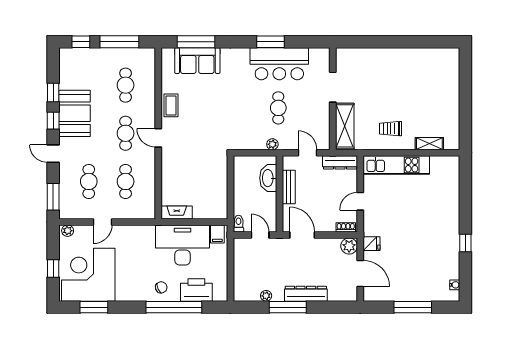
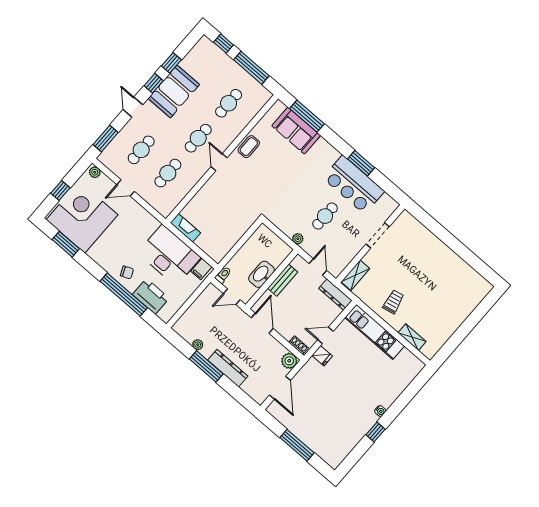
shelving: (345, 126) -> (355, 275), width x0.67, depth x0.75
trolley: (391, 129) -> (393, 302), turned 78
washbasin: (268, 178) -> (262, 274), moved
door: (260, 235) -> (232, 297), swing flipped
fridge: (371, 244) -> (322, 356), moved
water cooler: (455, 285) -> (380, 411), moved

